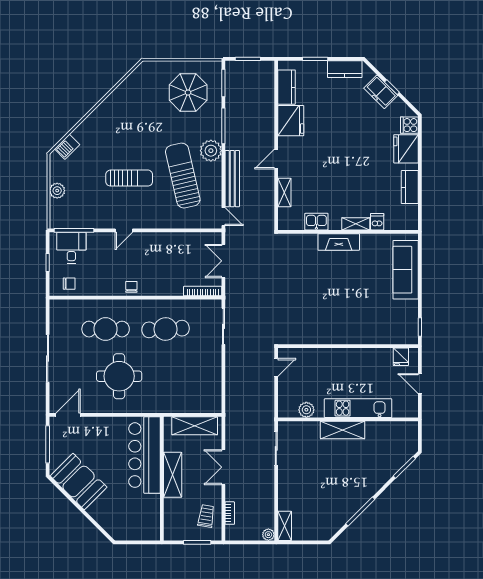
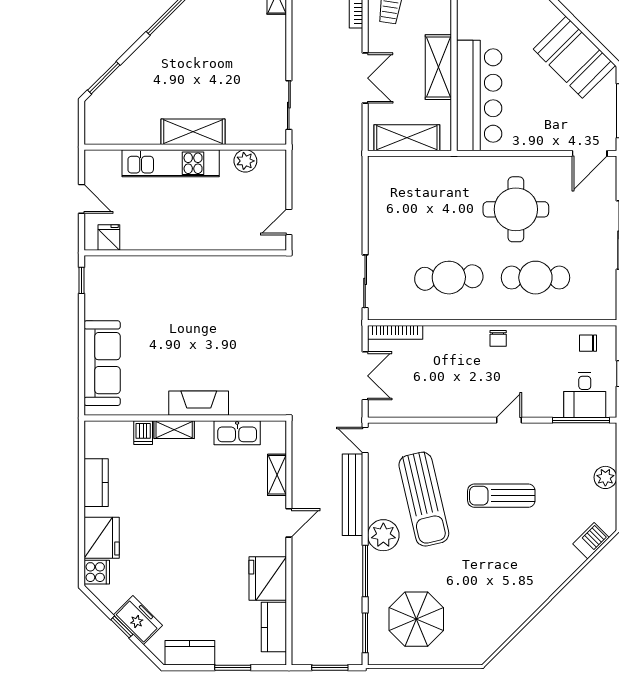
kitchen sink: (316, 222) -> (237, 433), width x1.38

